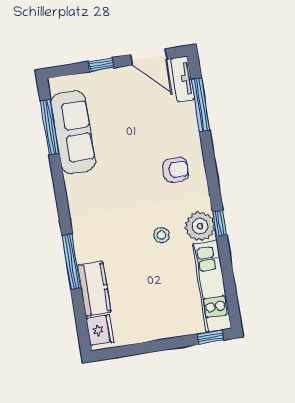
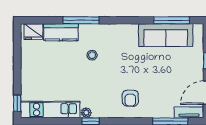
plant: (200, 226) -> (86, 113), width x0.53, depth x0.53
stool: (161, 235) -> (92, 55), moved

